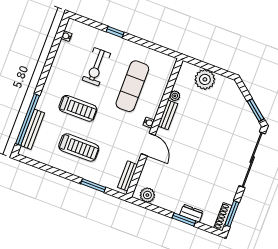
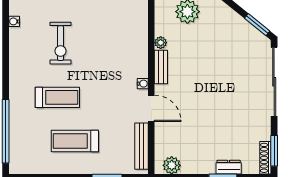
exercise mat: (132, 86) -> (109, 50), removed
bench: (33, 129) -> (15, 140), removed
treadmill: (79, 147) -> (75, 141), turned 180
bench: (128, 176) -> (142, 146), width x1.36

